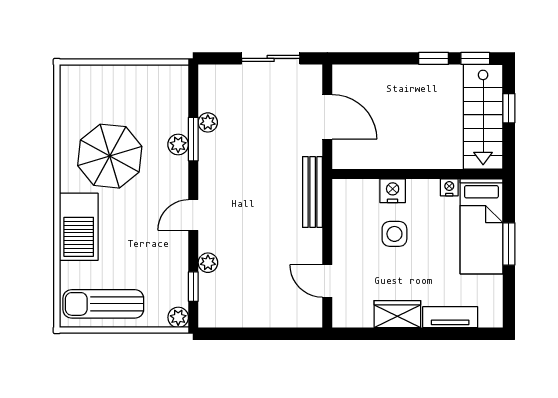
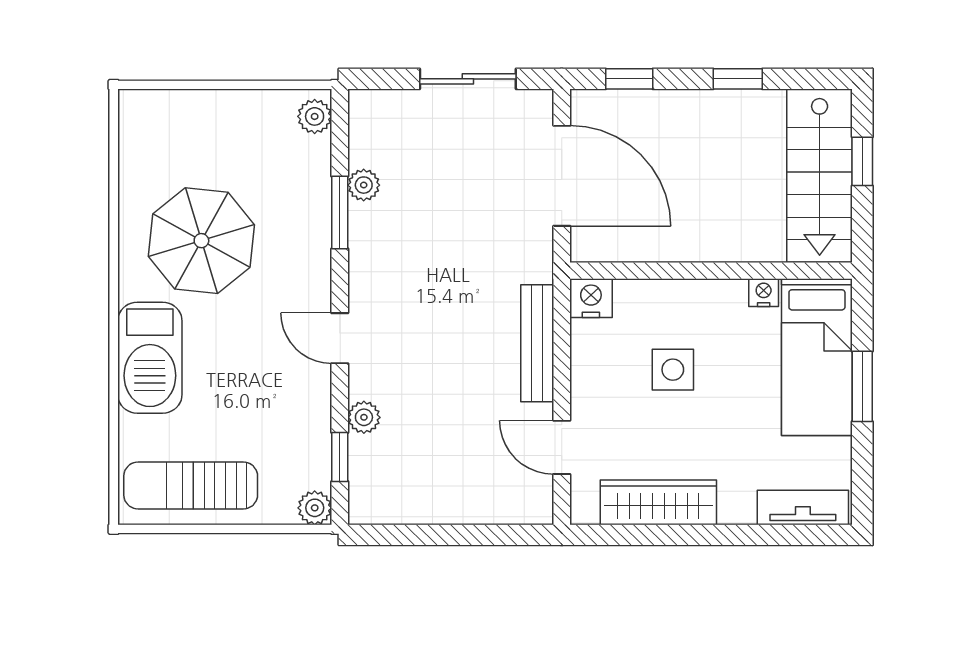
window: (475, 58) -> (629, 79), moved
door: (327, 117) -> (562, 176), width x1.36
plant: (178, 144) -> (315, 116), moved
nightstand: (393, 191) -> (591, 298), moved
bench: (313, 192) -> (537, 343), moved
door: (193, 215) -> (340, 338), hinge flipped
wardrobe: (397, 314) -> (658, 502), width x1.50
tv unit: (450, 317) -> (803, 507), moved

